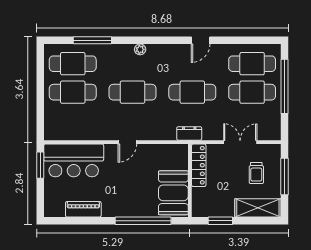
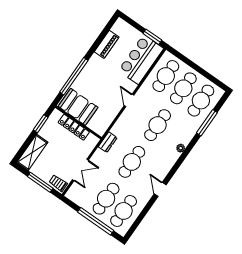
cafe table: (73, 121) -> (166, 76), added
locker: (199, 165) -> (74, 127), moved
trolley: (256, 173) -> (58, 183), moved

